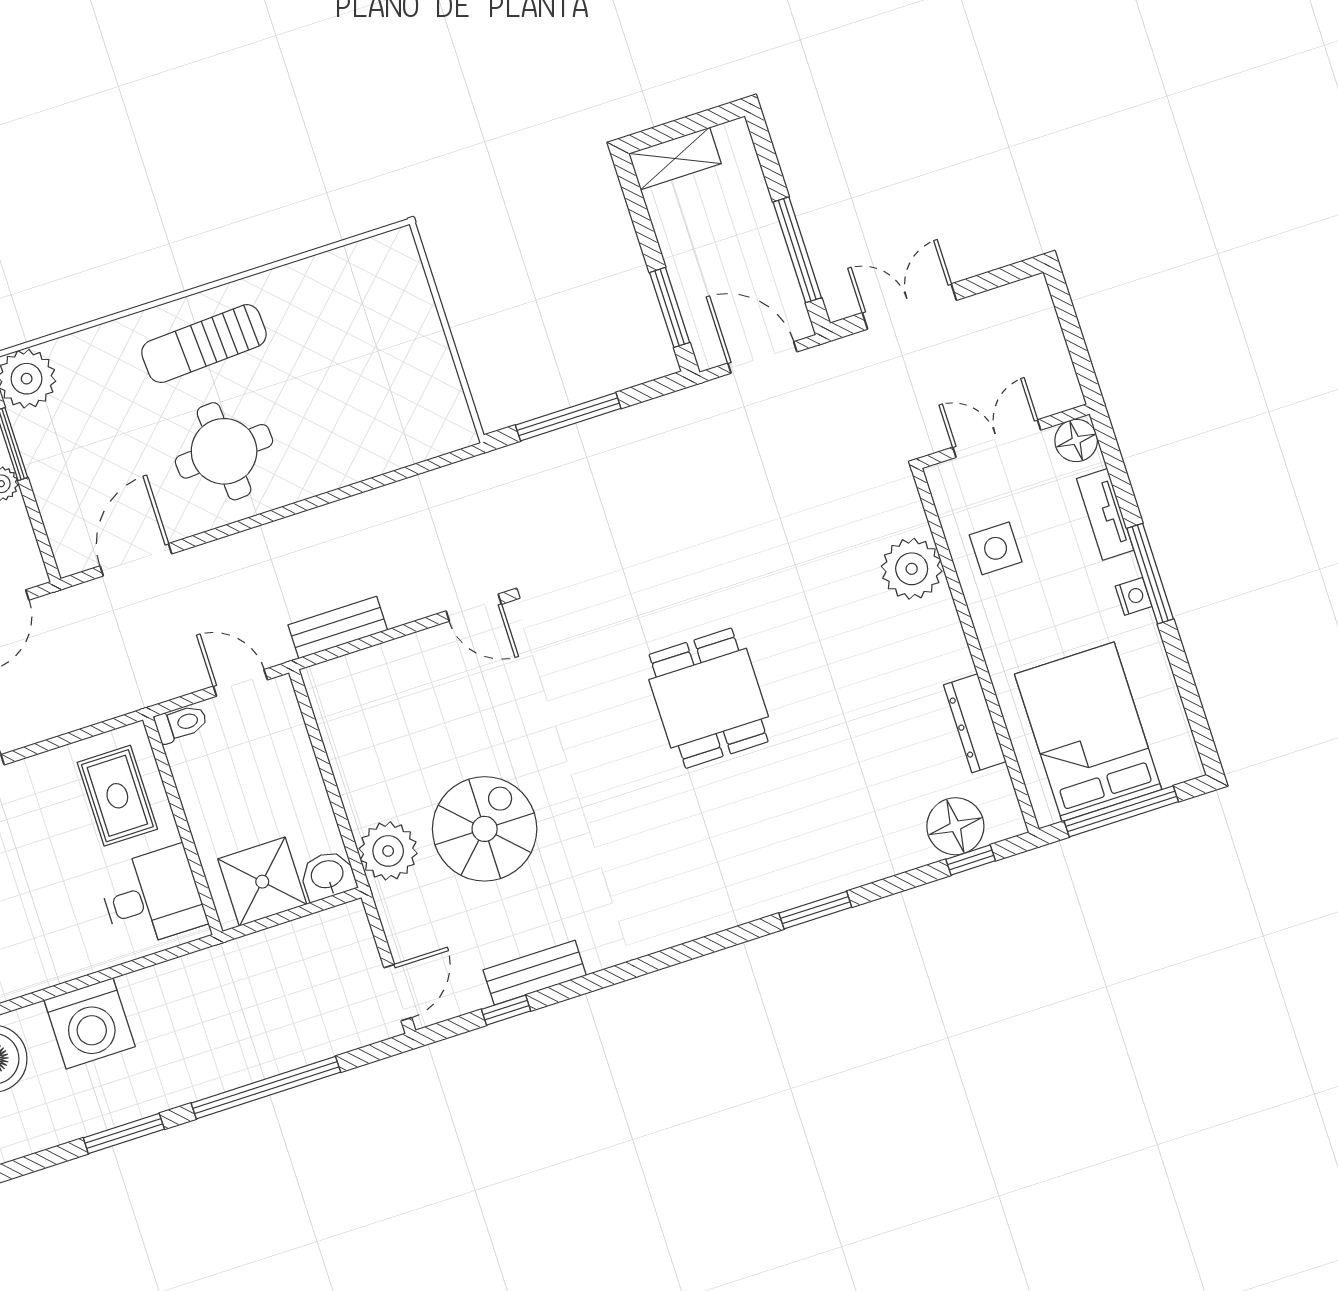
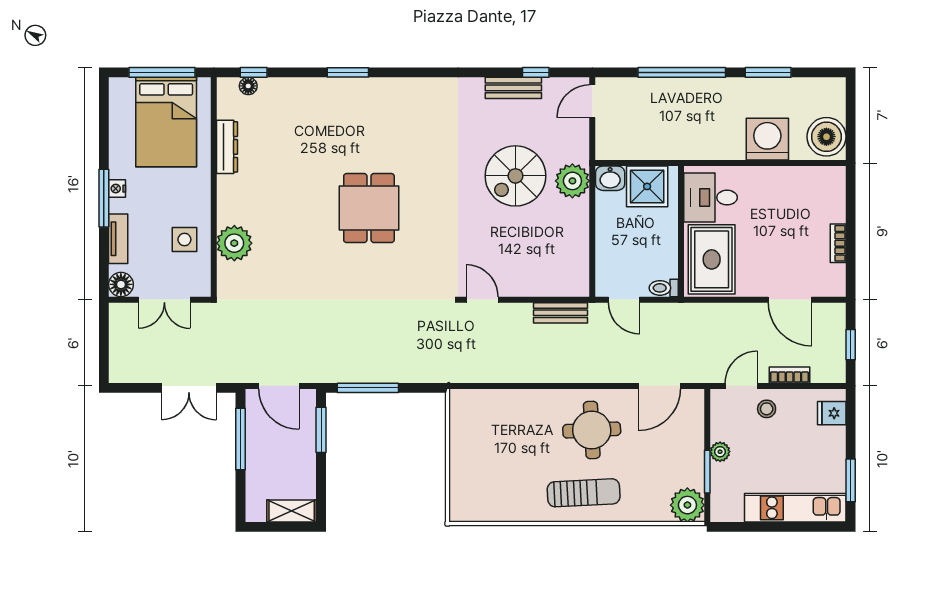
window: (568, 417) -> (368, 388), moved
rug: (117, 796) -> (712, 259), width x1.36, depth x1.43
floor lamp: (955, 826) -> (248, 86), width x0.53, depth x0.53

